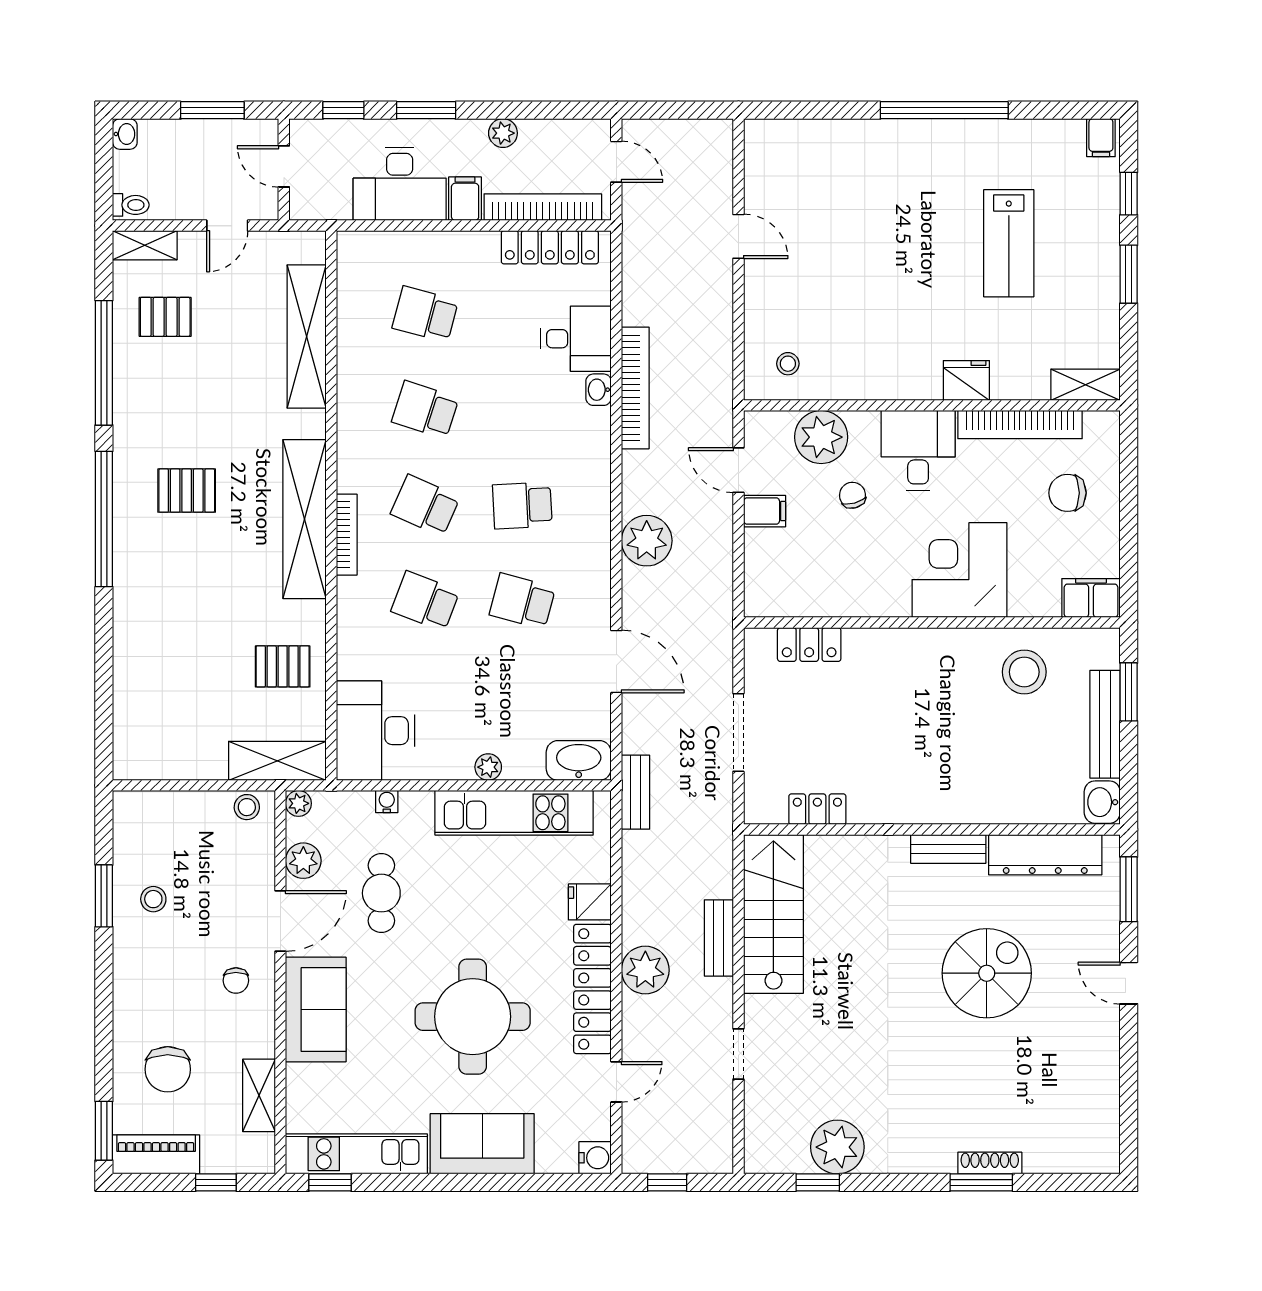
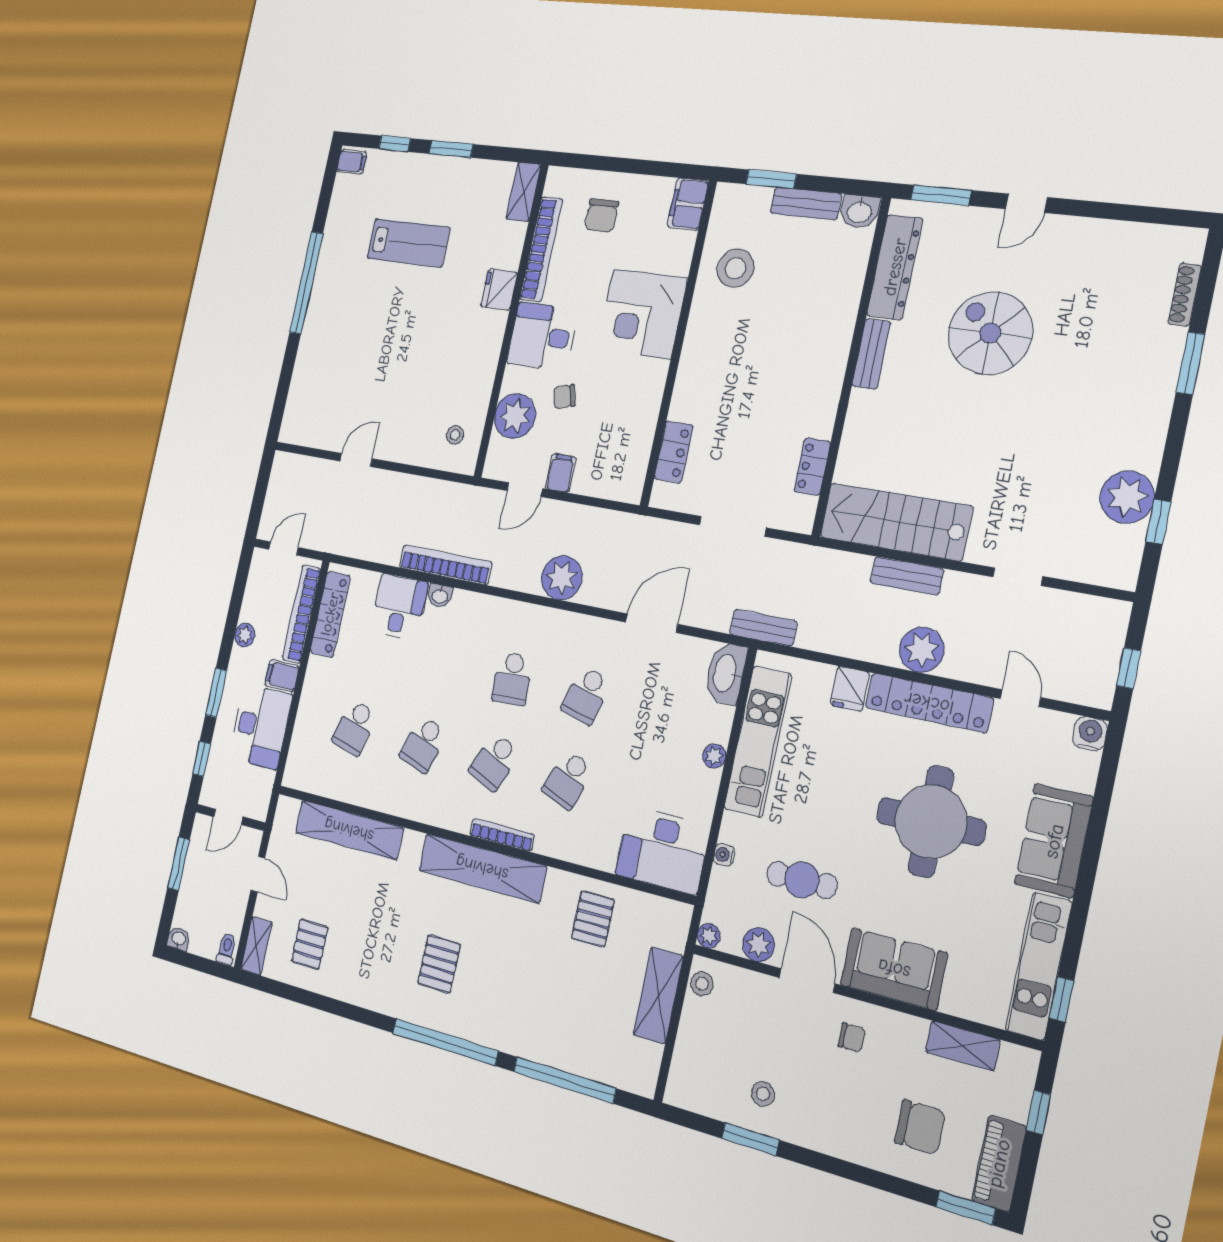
window: (104, 363) -> (564, 1080), moved
bench: (1105, 724) -> (806, 203), width x0.73
shelving: (277, 761) -> (658, 995), moved
shoe rack: (990, 1163) -> (1185, 295), moved

